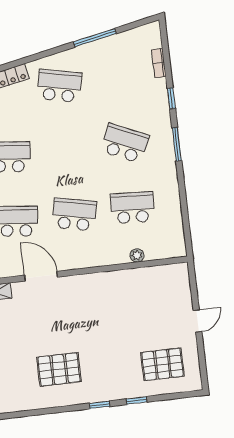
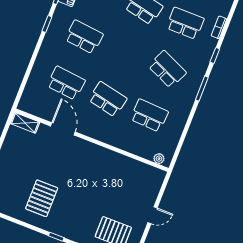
school desk: (117, 79) -> (185, 23), added
plant: (137, 255) -> (159, 159), moved
pallet: (59, 369) -> (42, 198), turned 90

